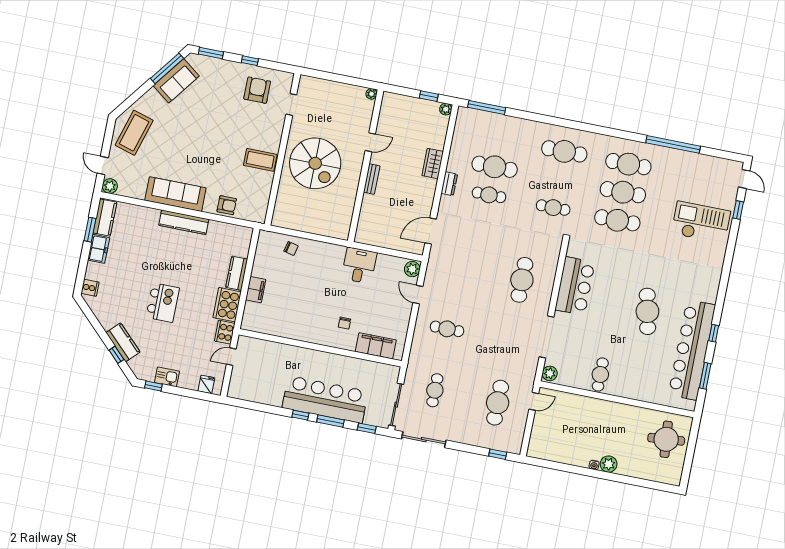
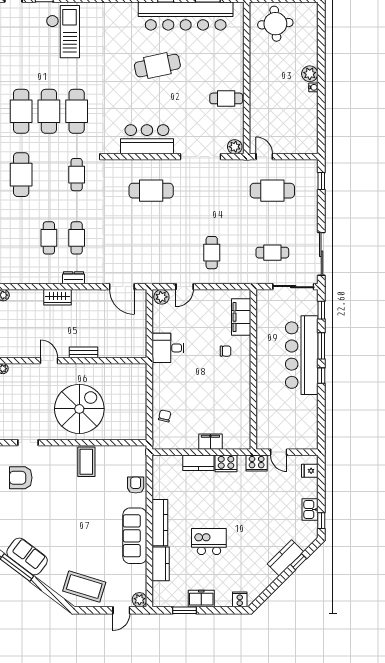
cafe table: (495, 167) -> (49, 238), width x0.73, depth x0.74
kitchen counter: (105, 218) -> (161, 564), moved, turned 90
checkout: (701, 222) -> (63, 32), turned 180
kitchen island: (163, 303) -> (209, 542), moved
cooker: (227, 305) -> (226, 463), width x0.73, depth x0.76

